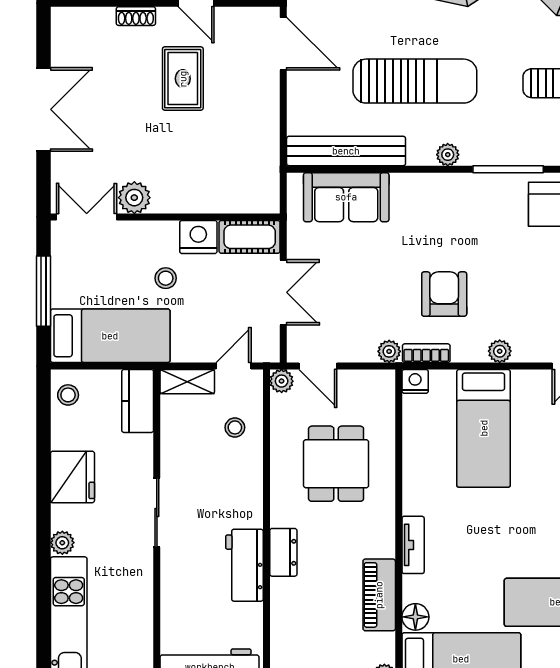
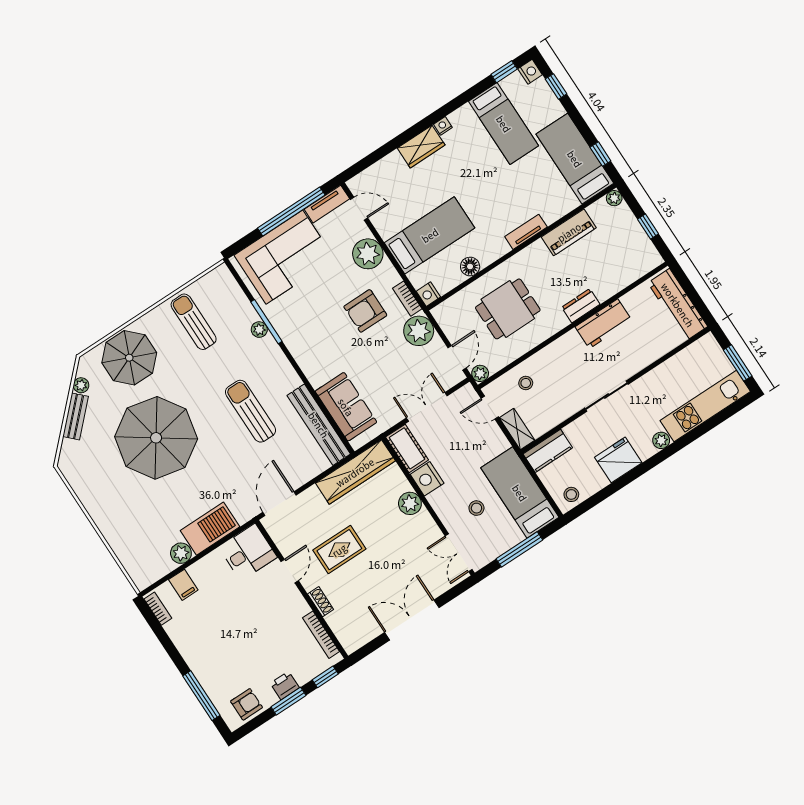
sun lounger: (415, 81) -> (251, 411), width x0.73, depth x0.75
plant: (448, 155) -> (259, 330), moved
wardrobe: (262, 158) -> (355, 472), added
plant: (134, 198) -> (410, 503), moved
stool: (166, 278) -> (476, 508), moved
plant: (389, 351) -> (419, 331), width x1.88, depth x1.88
plant: (500, 351) -> (368, 254), width x1.88, depth x1.88
floor lamp: (415, 617) -> (470, 267), moved

